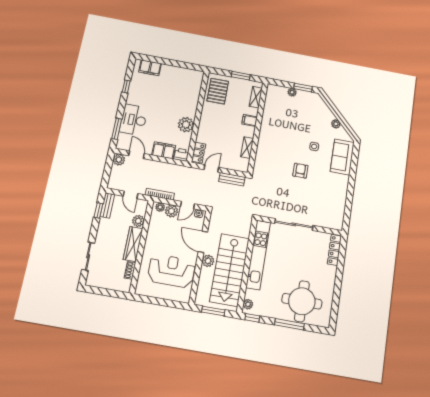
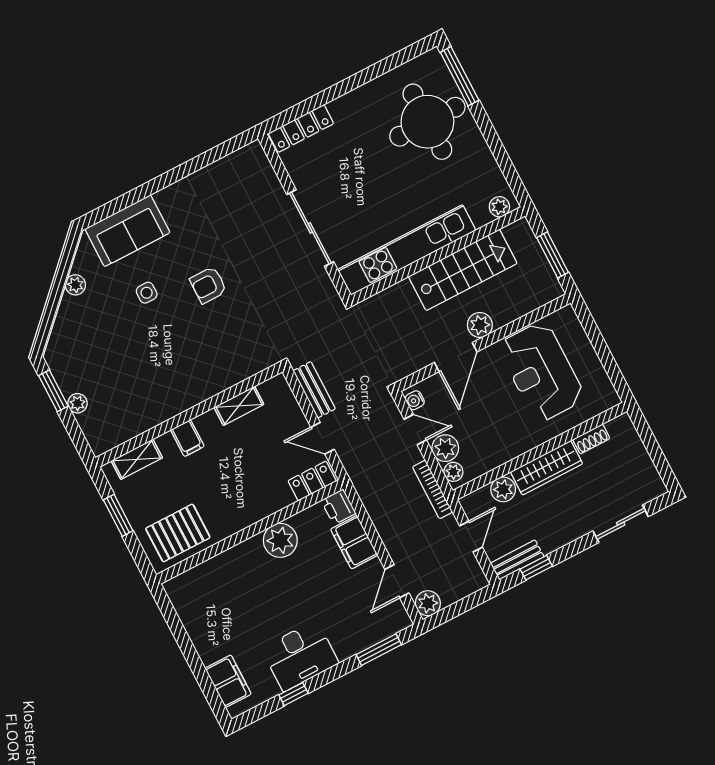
desk: (134, 120) -> (300, 656), moved
stairs: (230, 270) -> (463, 270), width x0.73, depth x0.66
window: (252, 318) -> (515, 183), removed
window: (289, 324) -> (460, 76), moved

